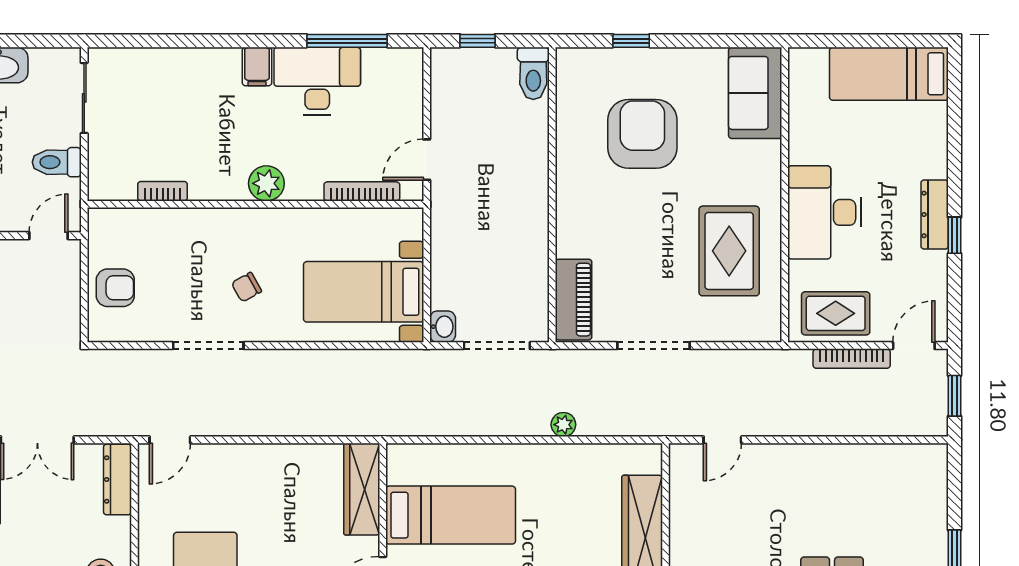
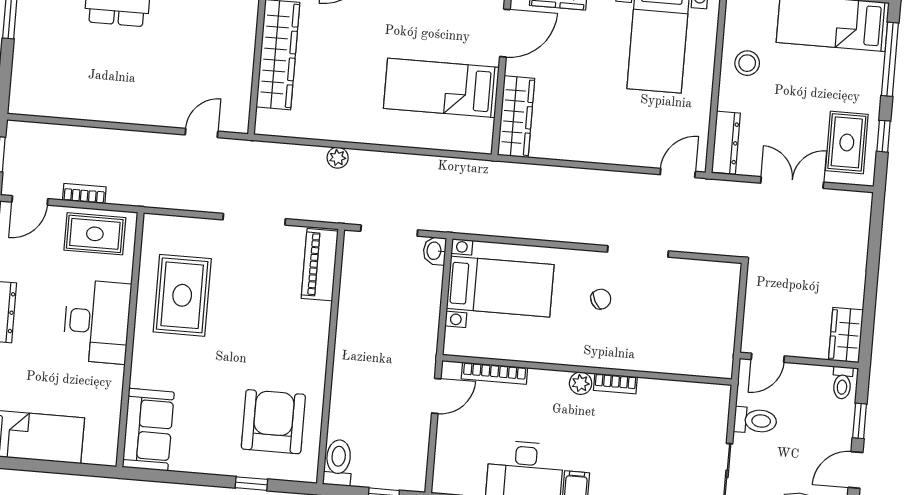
armchair: (642, 134) -> (273, 422), moved, turned 180
plant: (266, 183) -> (581, 383), width x0.73, depth x0.73
bookcase: (163, 191) -> (615, 384), moved
armchair: (115, 288) -> (714, 308), removed
bookcase: (852, 359) -> (84, 194), width x0.64

